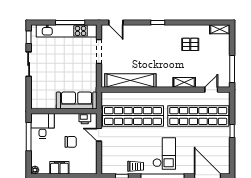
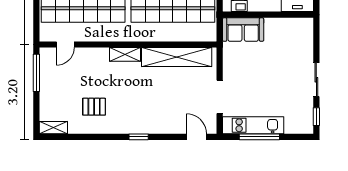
kitchen unit: (67, 31) -> (253, 125), width x0.73
shelving: (184, 82) -> (125, 54), moved
sofa: (77, 101) -> (243, 30), width x0.73

